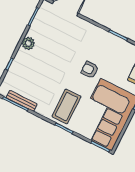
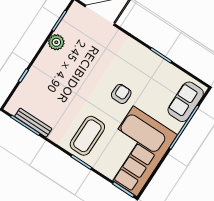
plant: (28, 43) -> (56, 42), moved
armchair: (90, 70) -> (121, 94), turned 90

